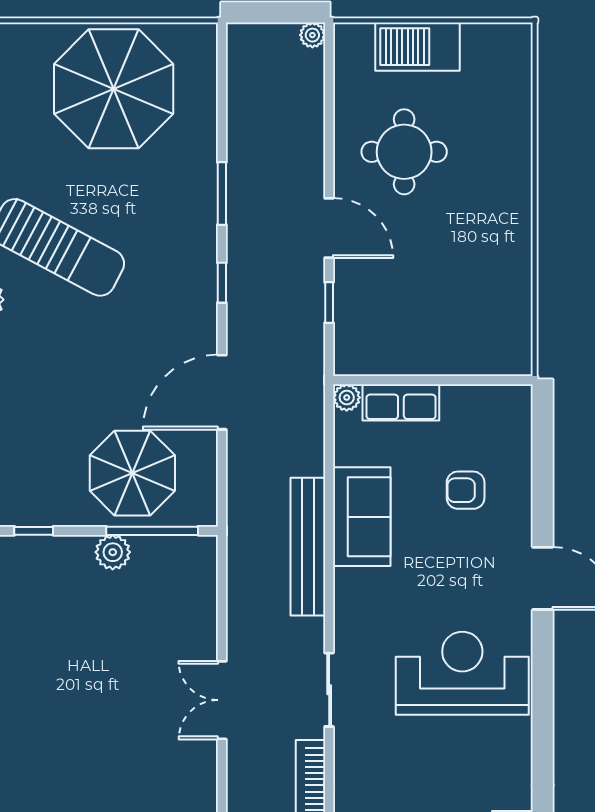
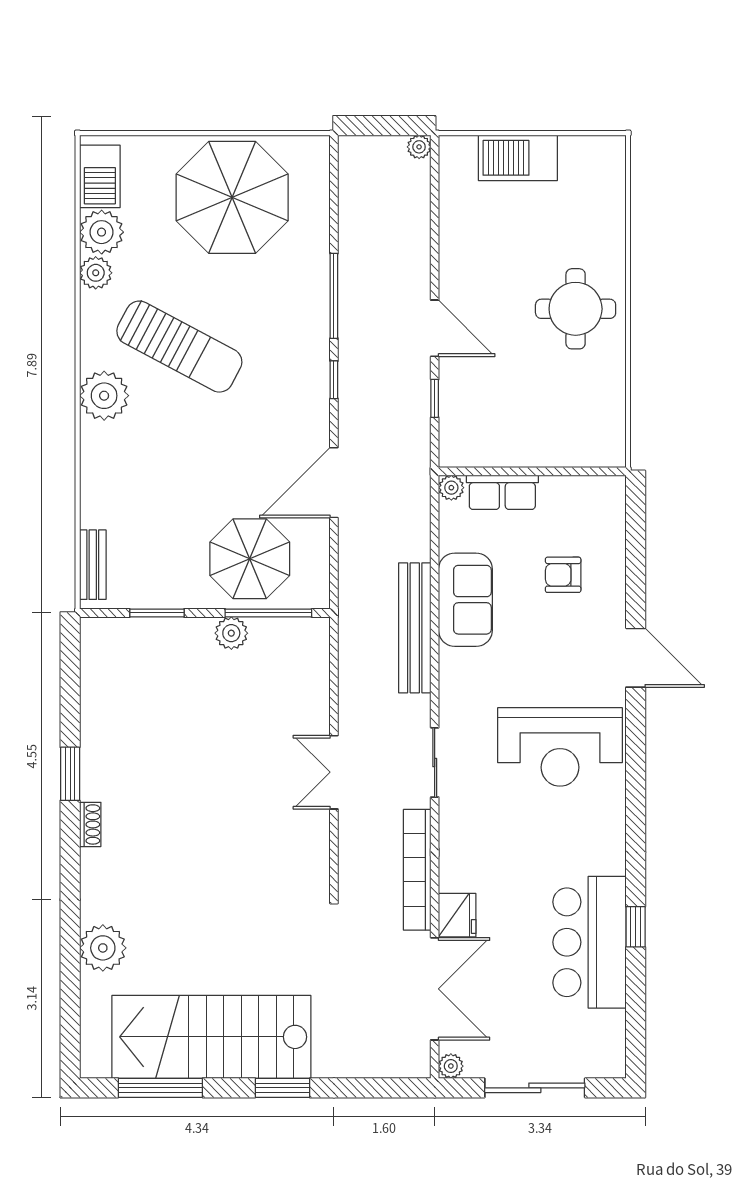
round table: (404, 152) -> (576, 309), moved
window: (222, 194) -> (334, 296), width x1.44
window: (34, 531) -> (157, 613), width x1.50
reception desk: (462, 673) -> (560, 747), turned 180

